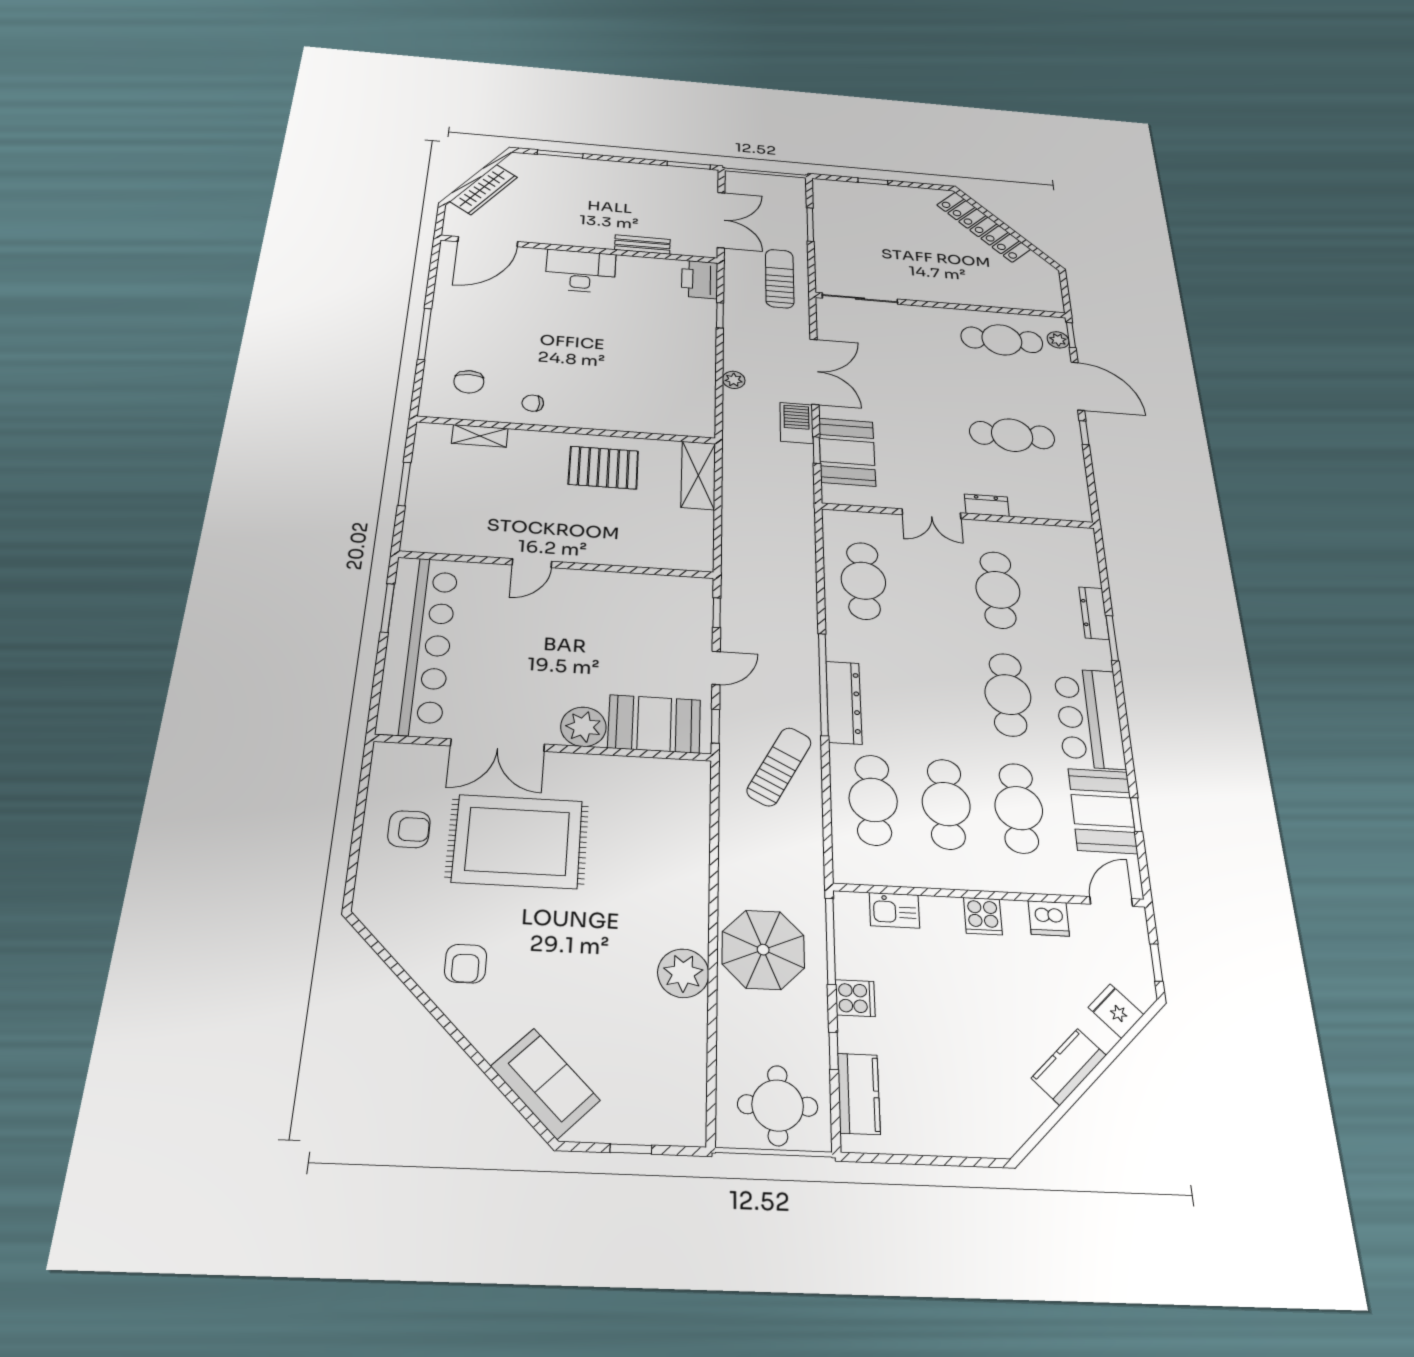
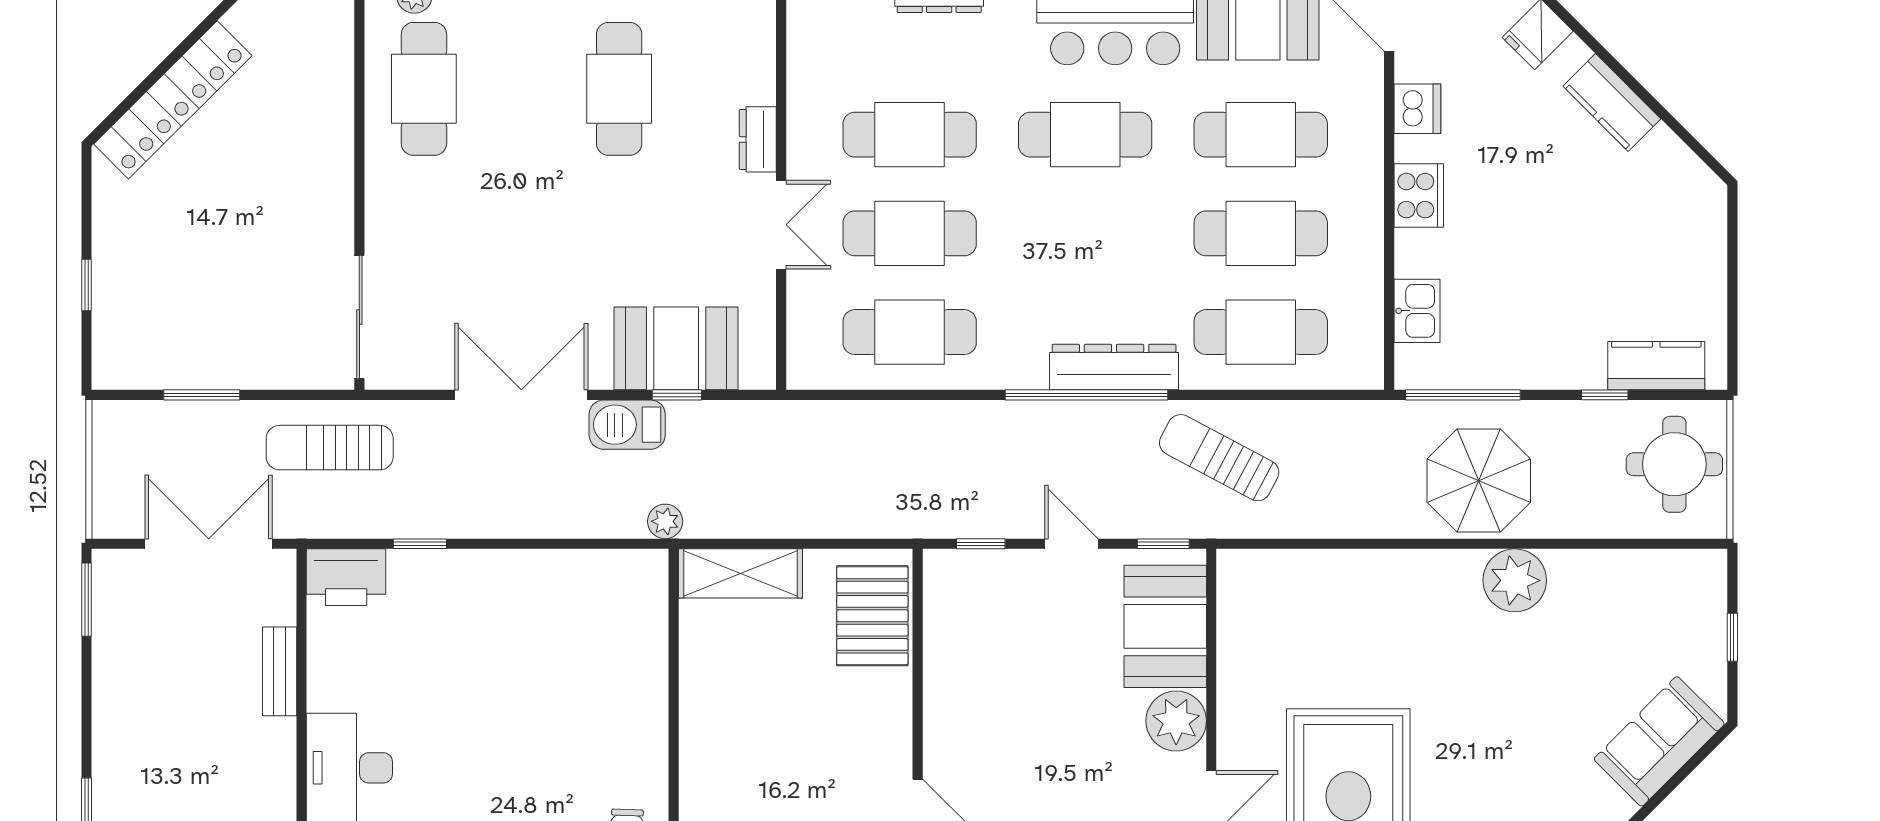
plant: (734, 380) -> (665, 521), moved
pallet: (603, 468) -> (872, 616), moved
cafe table: (931, 585) -> (910, 233), added
cooker: (983, 916) -> (1419, 196), width x1.36
cooker: (855, 998) -> (1537, 366), removed

